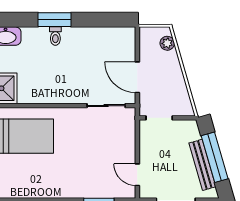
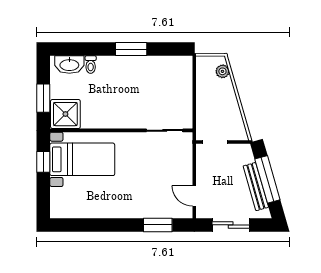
window: (55, 20) -> (131, 49), moved
toilet: (55, 36) -> (91, 65), moved
door: (137, 77) -> (194, 104), removed

